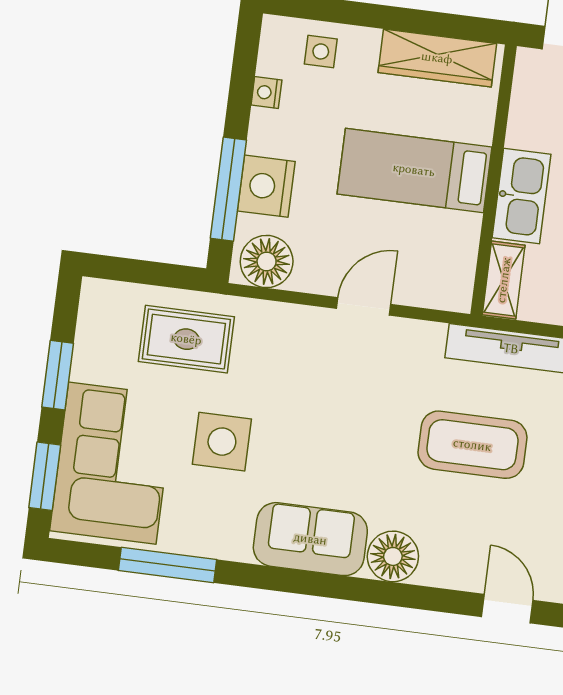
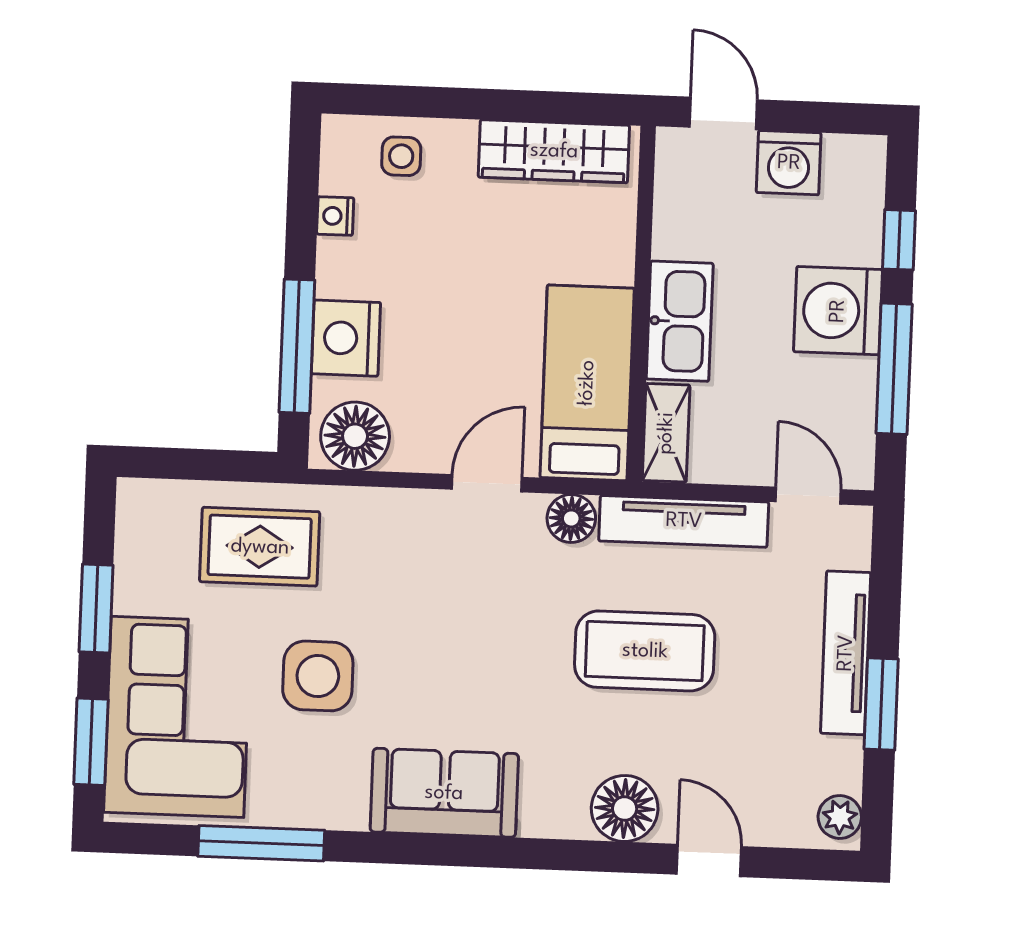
bed: (414, 170) -> (587, 383), moved, turned 90
floor lamp: (426, 339) -> (571, 518), added
floor lamp: (393, 556) -> (625, 808), moved

